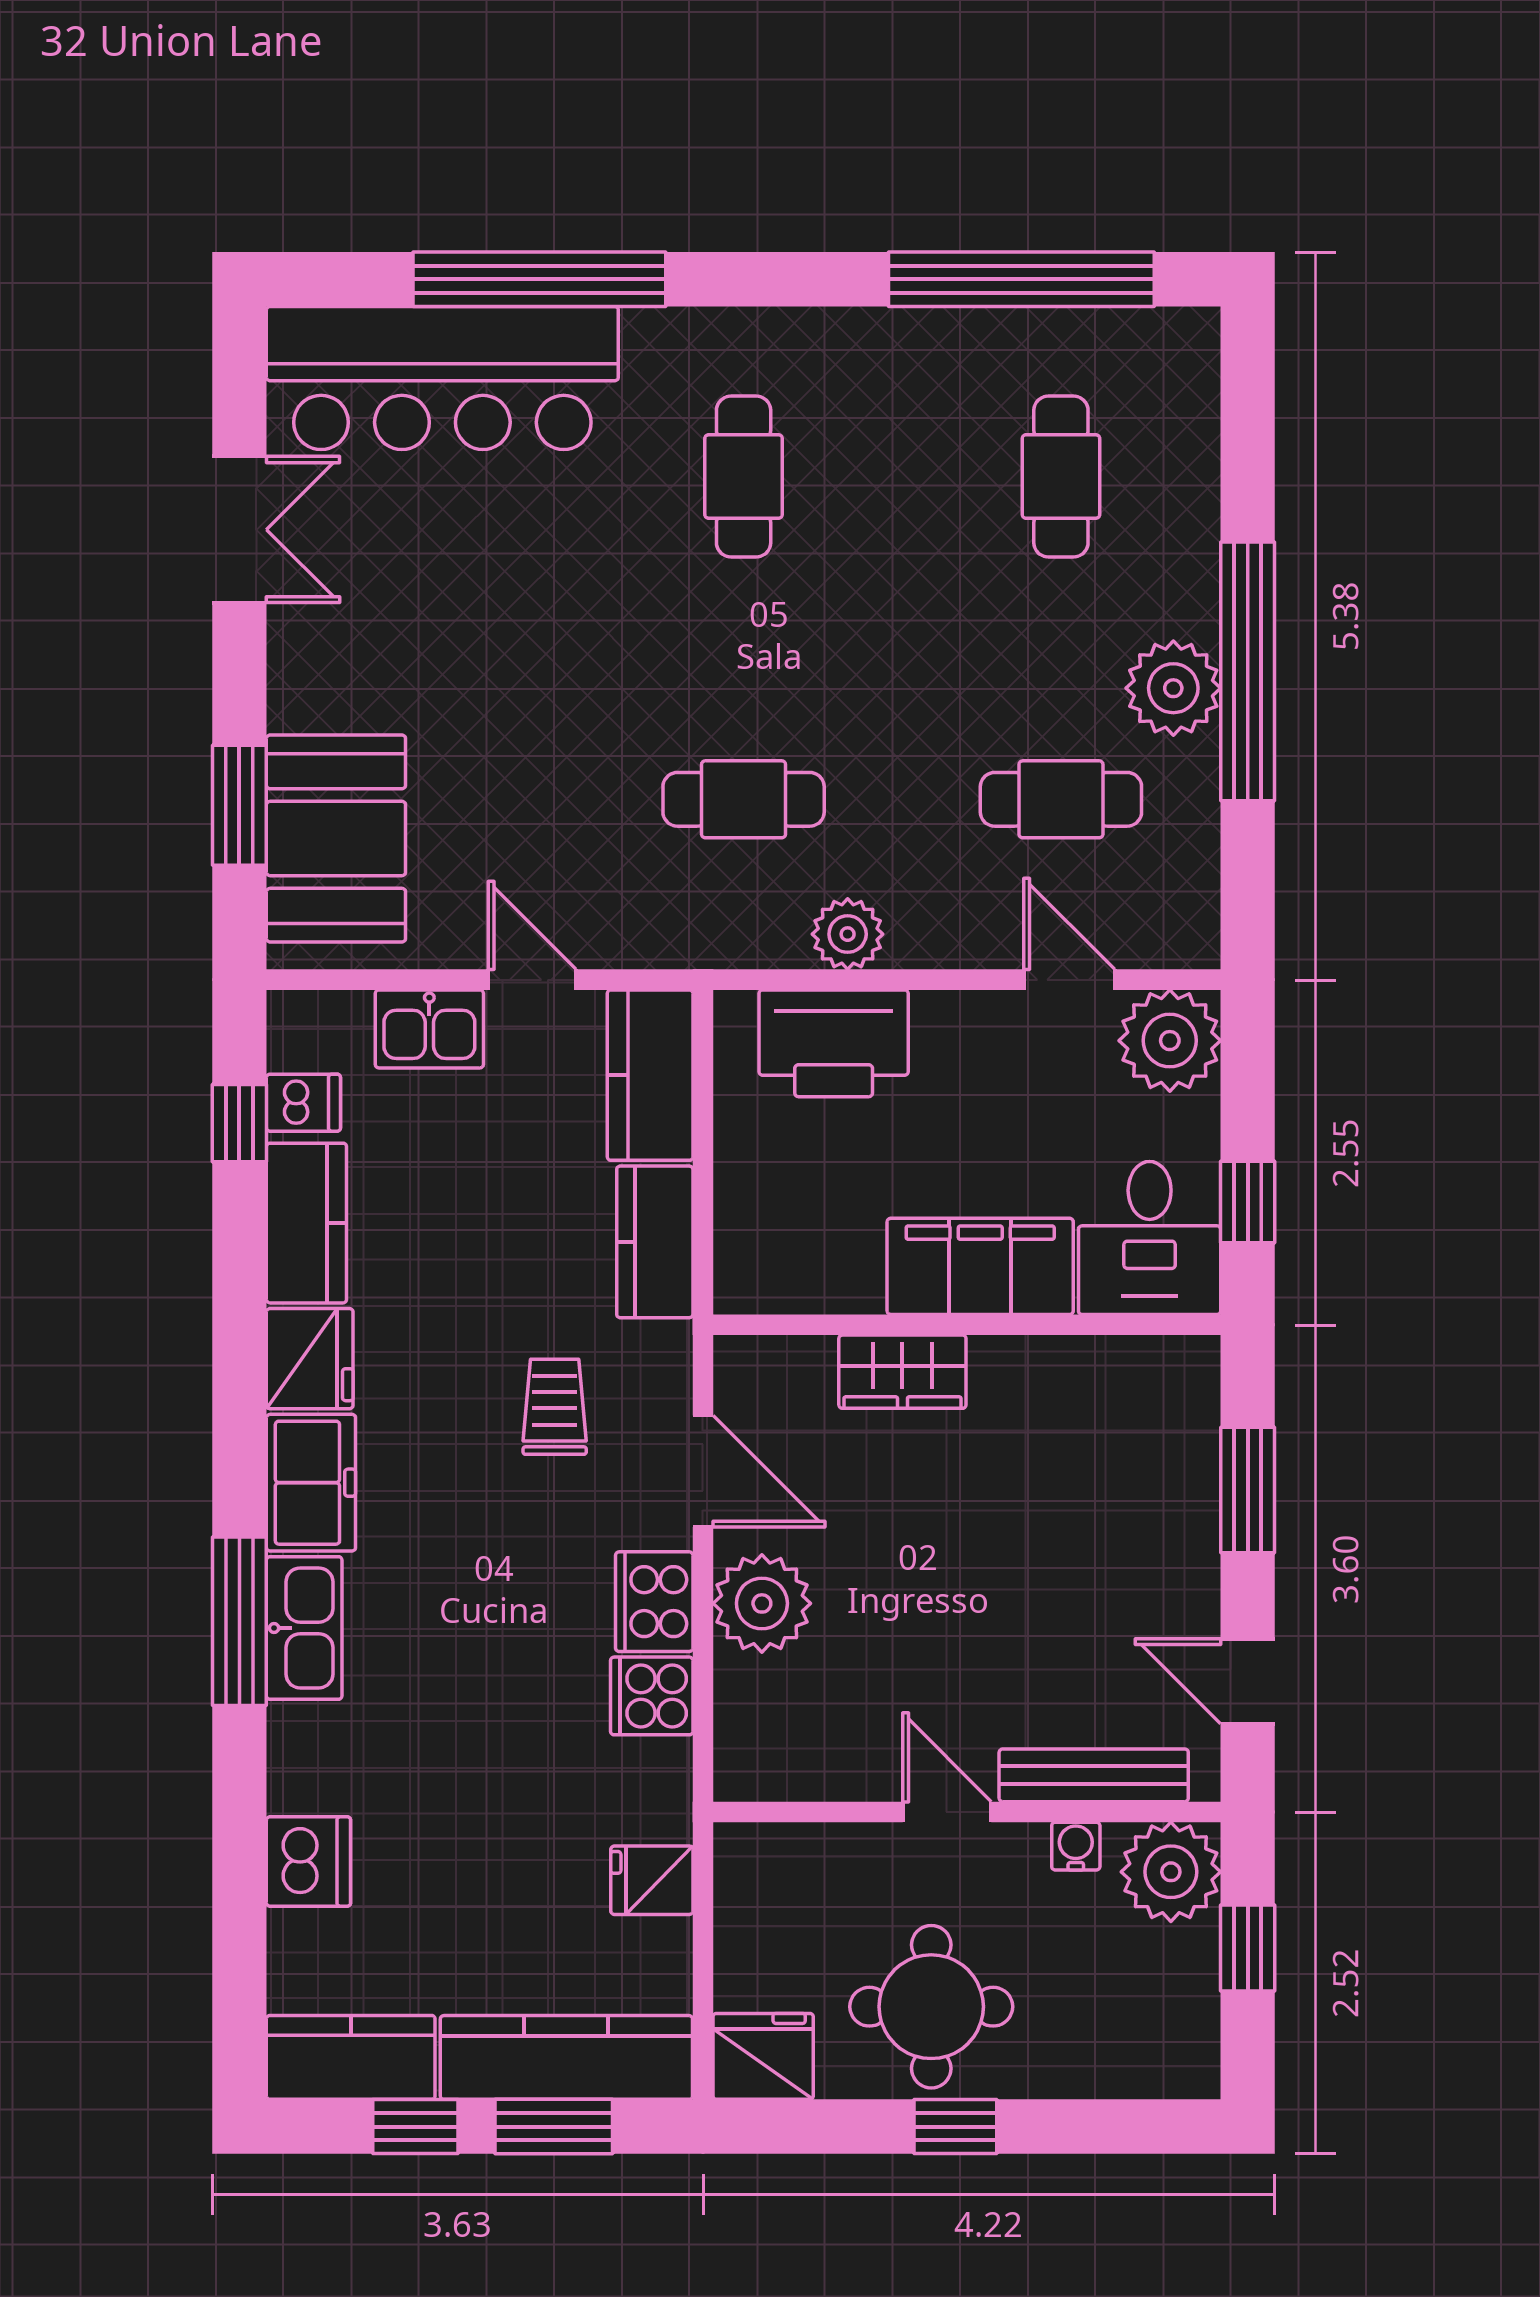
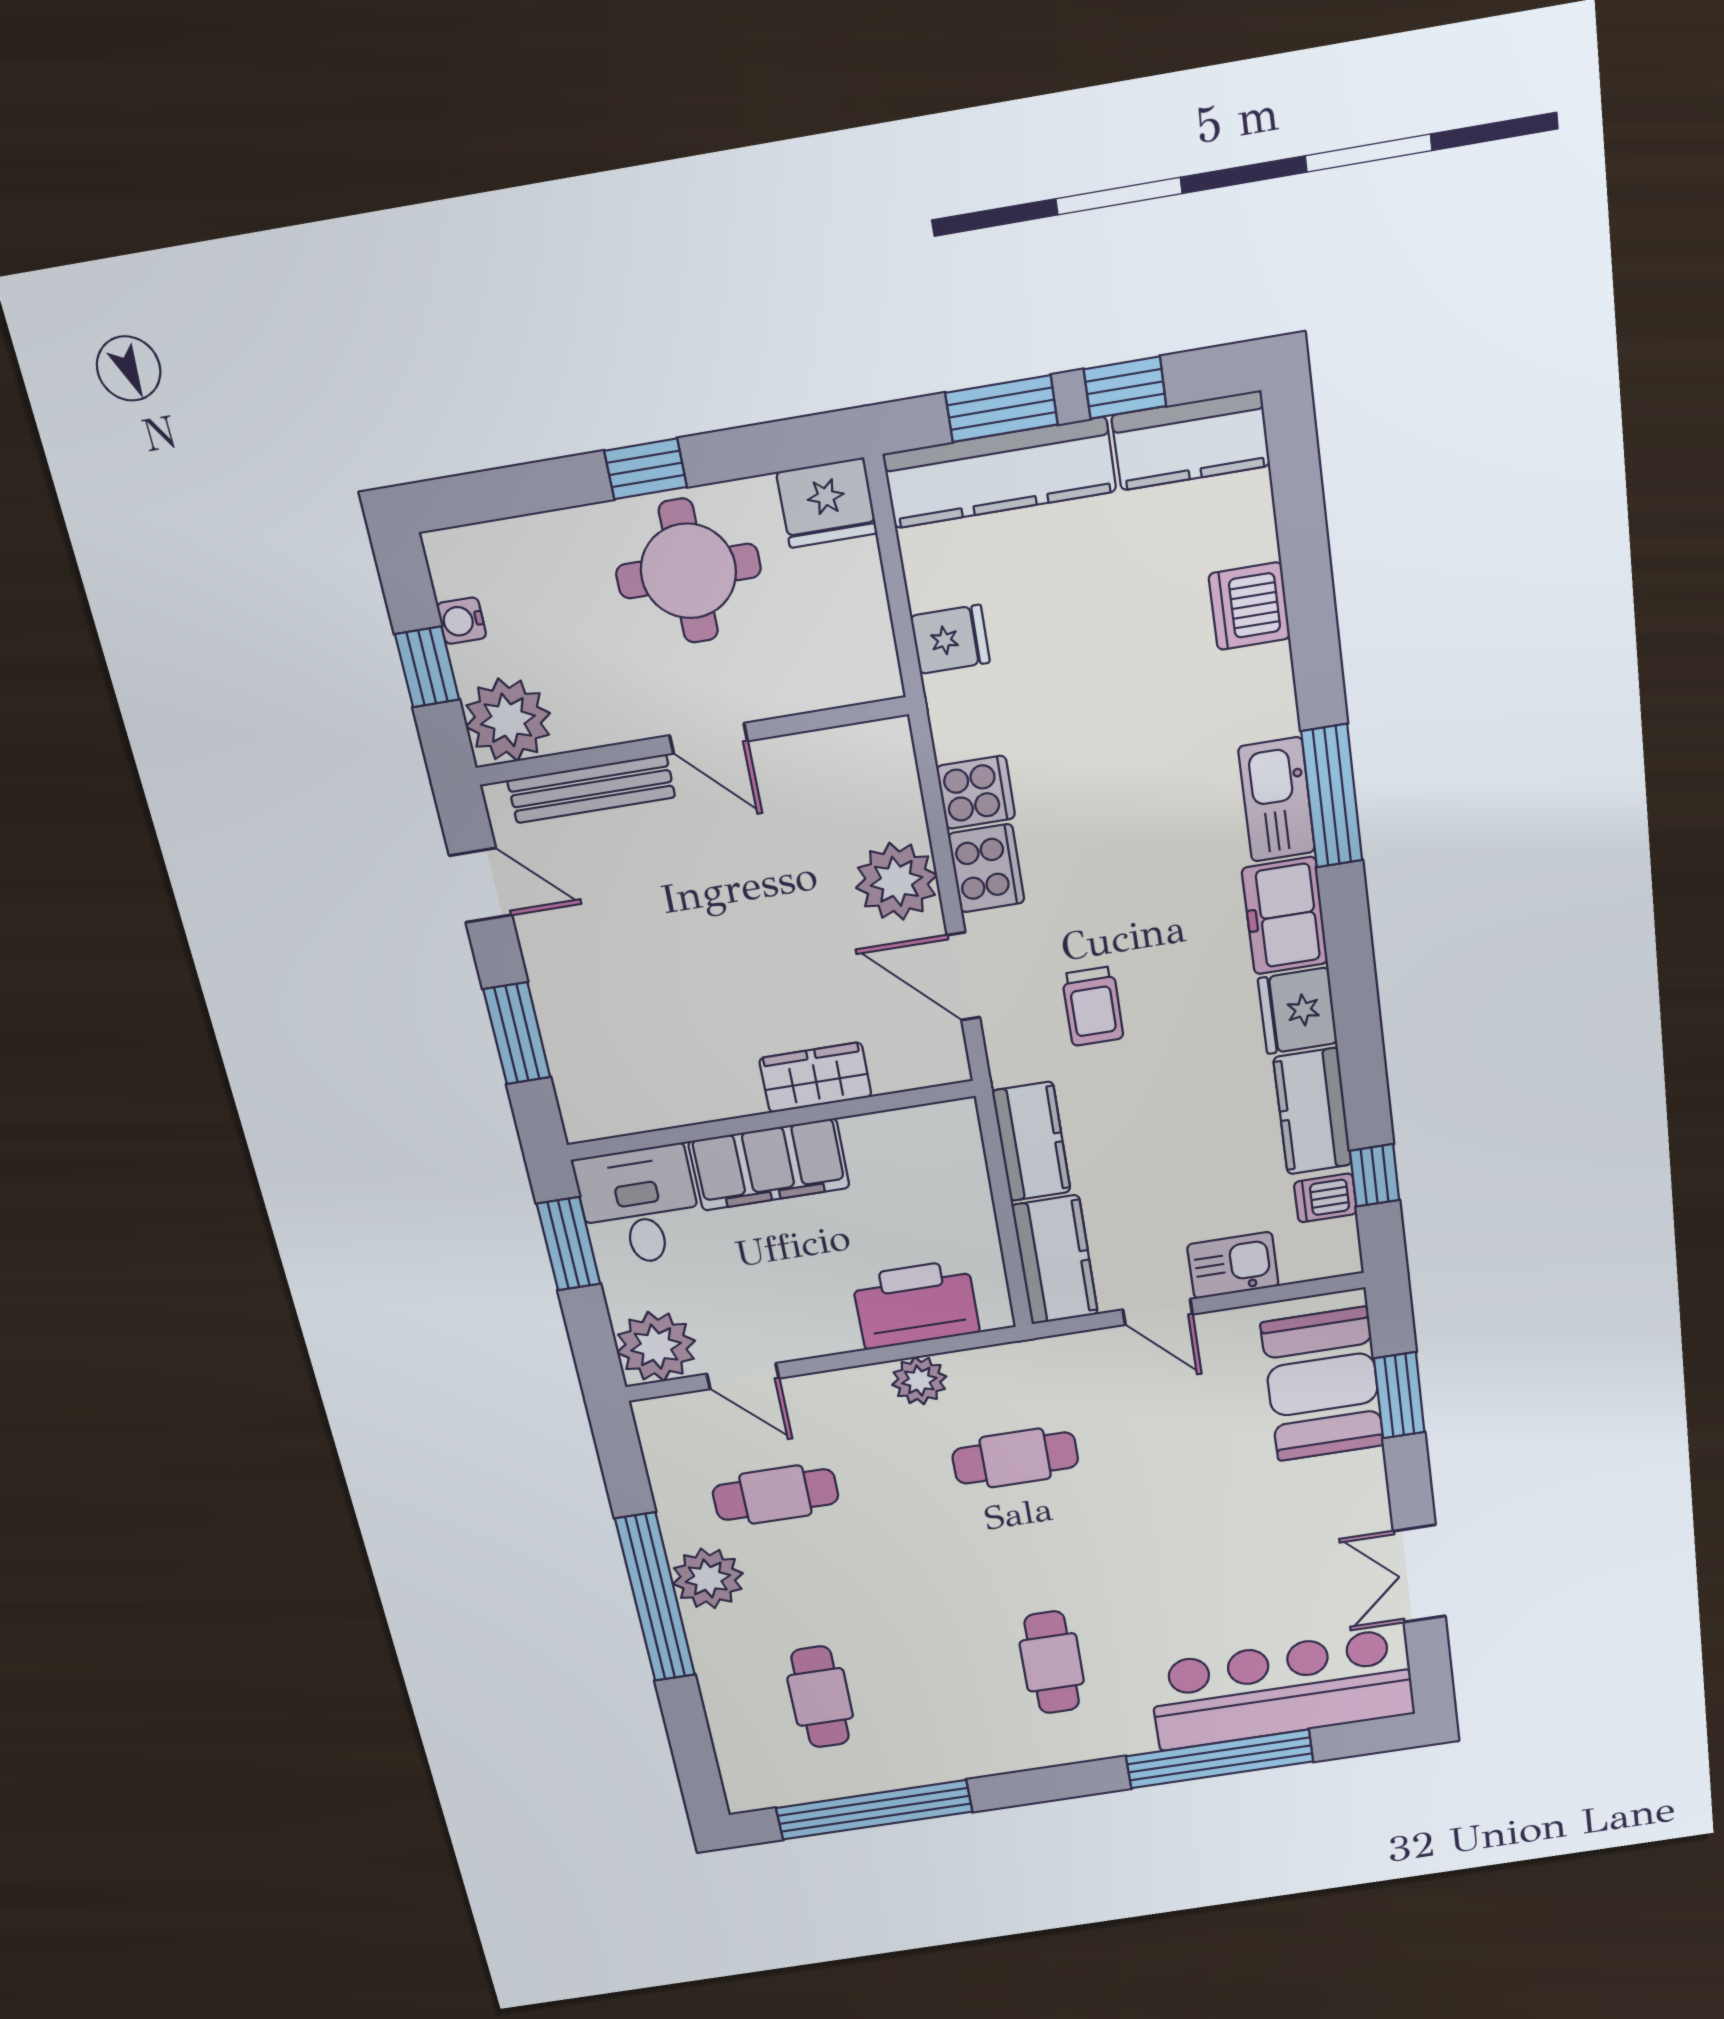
window: (1248, 1202) -> (569, 1244), width x1.50
water cooler: (1076, 1846) -> (462, 621), moved, turned 90

